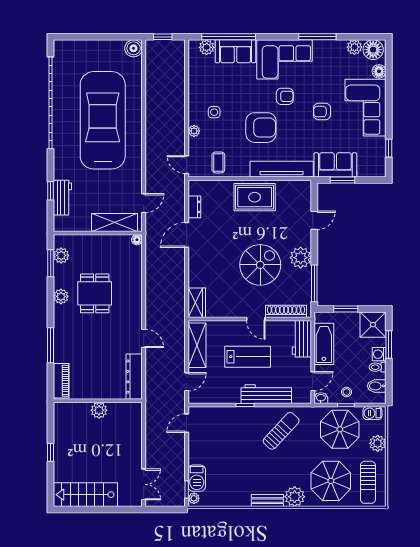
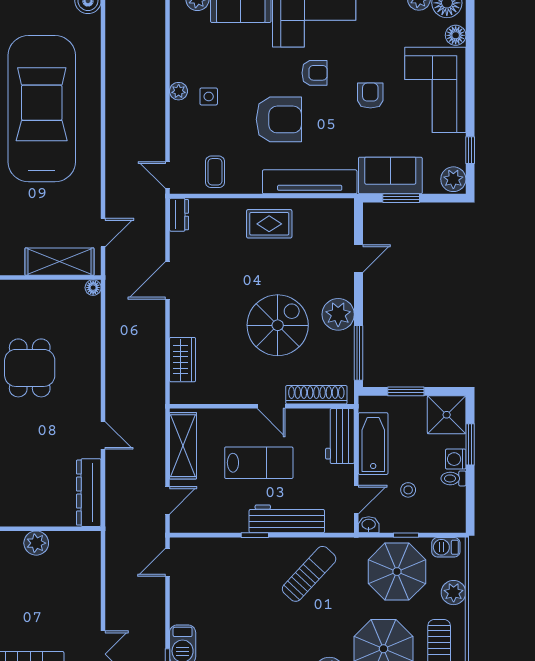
armchair: (322, 112) -> (370, 96), turned 90
plant: (194, 131) -> (179, 91), moved
plant: (377, 167) -> (453, 179), added
rug: (255, 197) -> (269, 224), width x0.73, depth x0.70
dresser: (194, 207) -> (179, 215), moved
wardrobe: (197, 303) -> (183, 360), moved
bidet: (377, 386) -> (452, 507), removed
stool: (347, 392) -> (408, 490), moved

